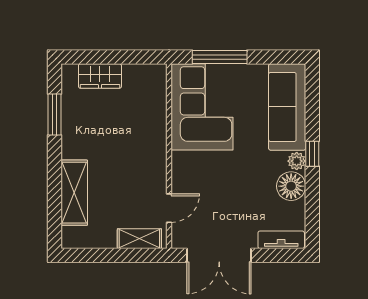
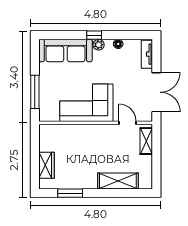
corner sofa: (202, 107) -> (86, 103), moved
floor lamp: (291, 186) -> (118, 44), width x0.53, depth x0.53

